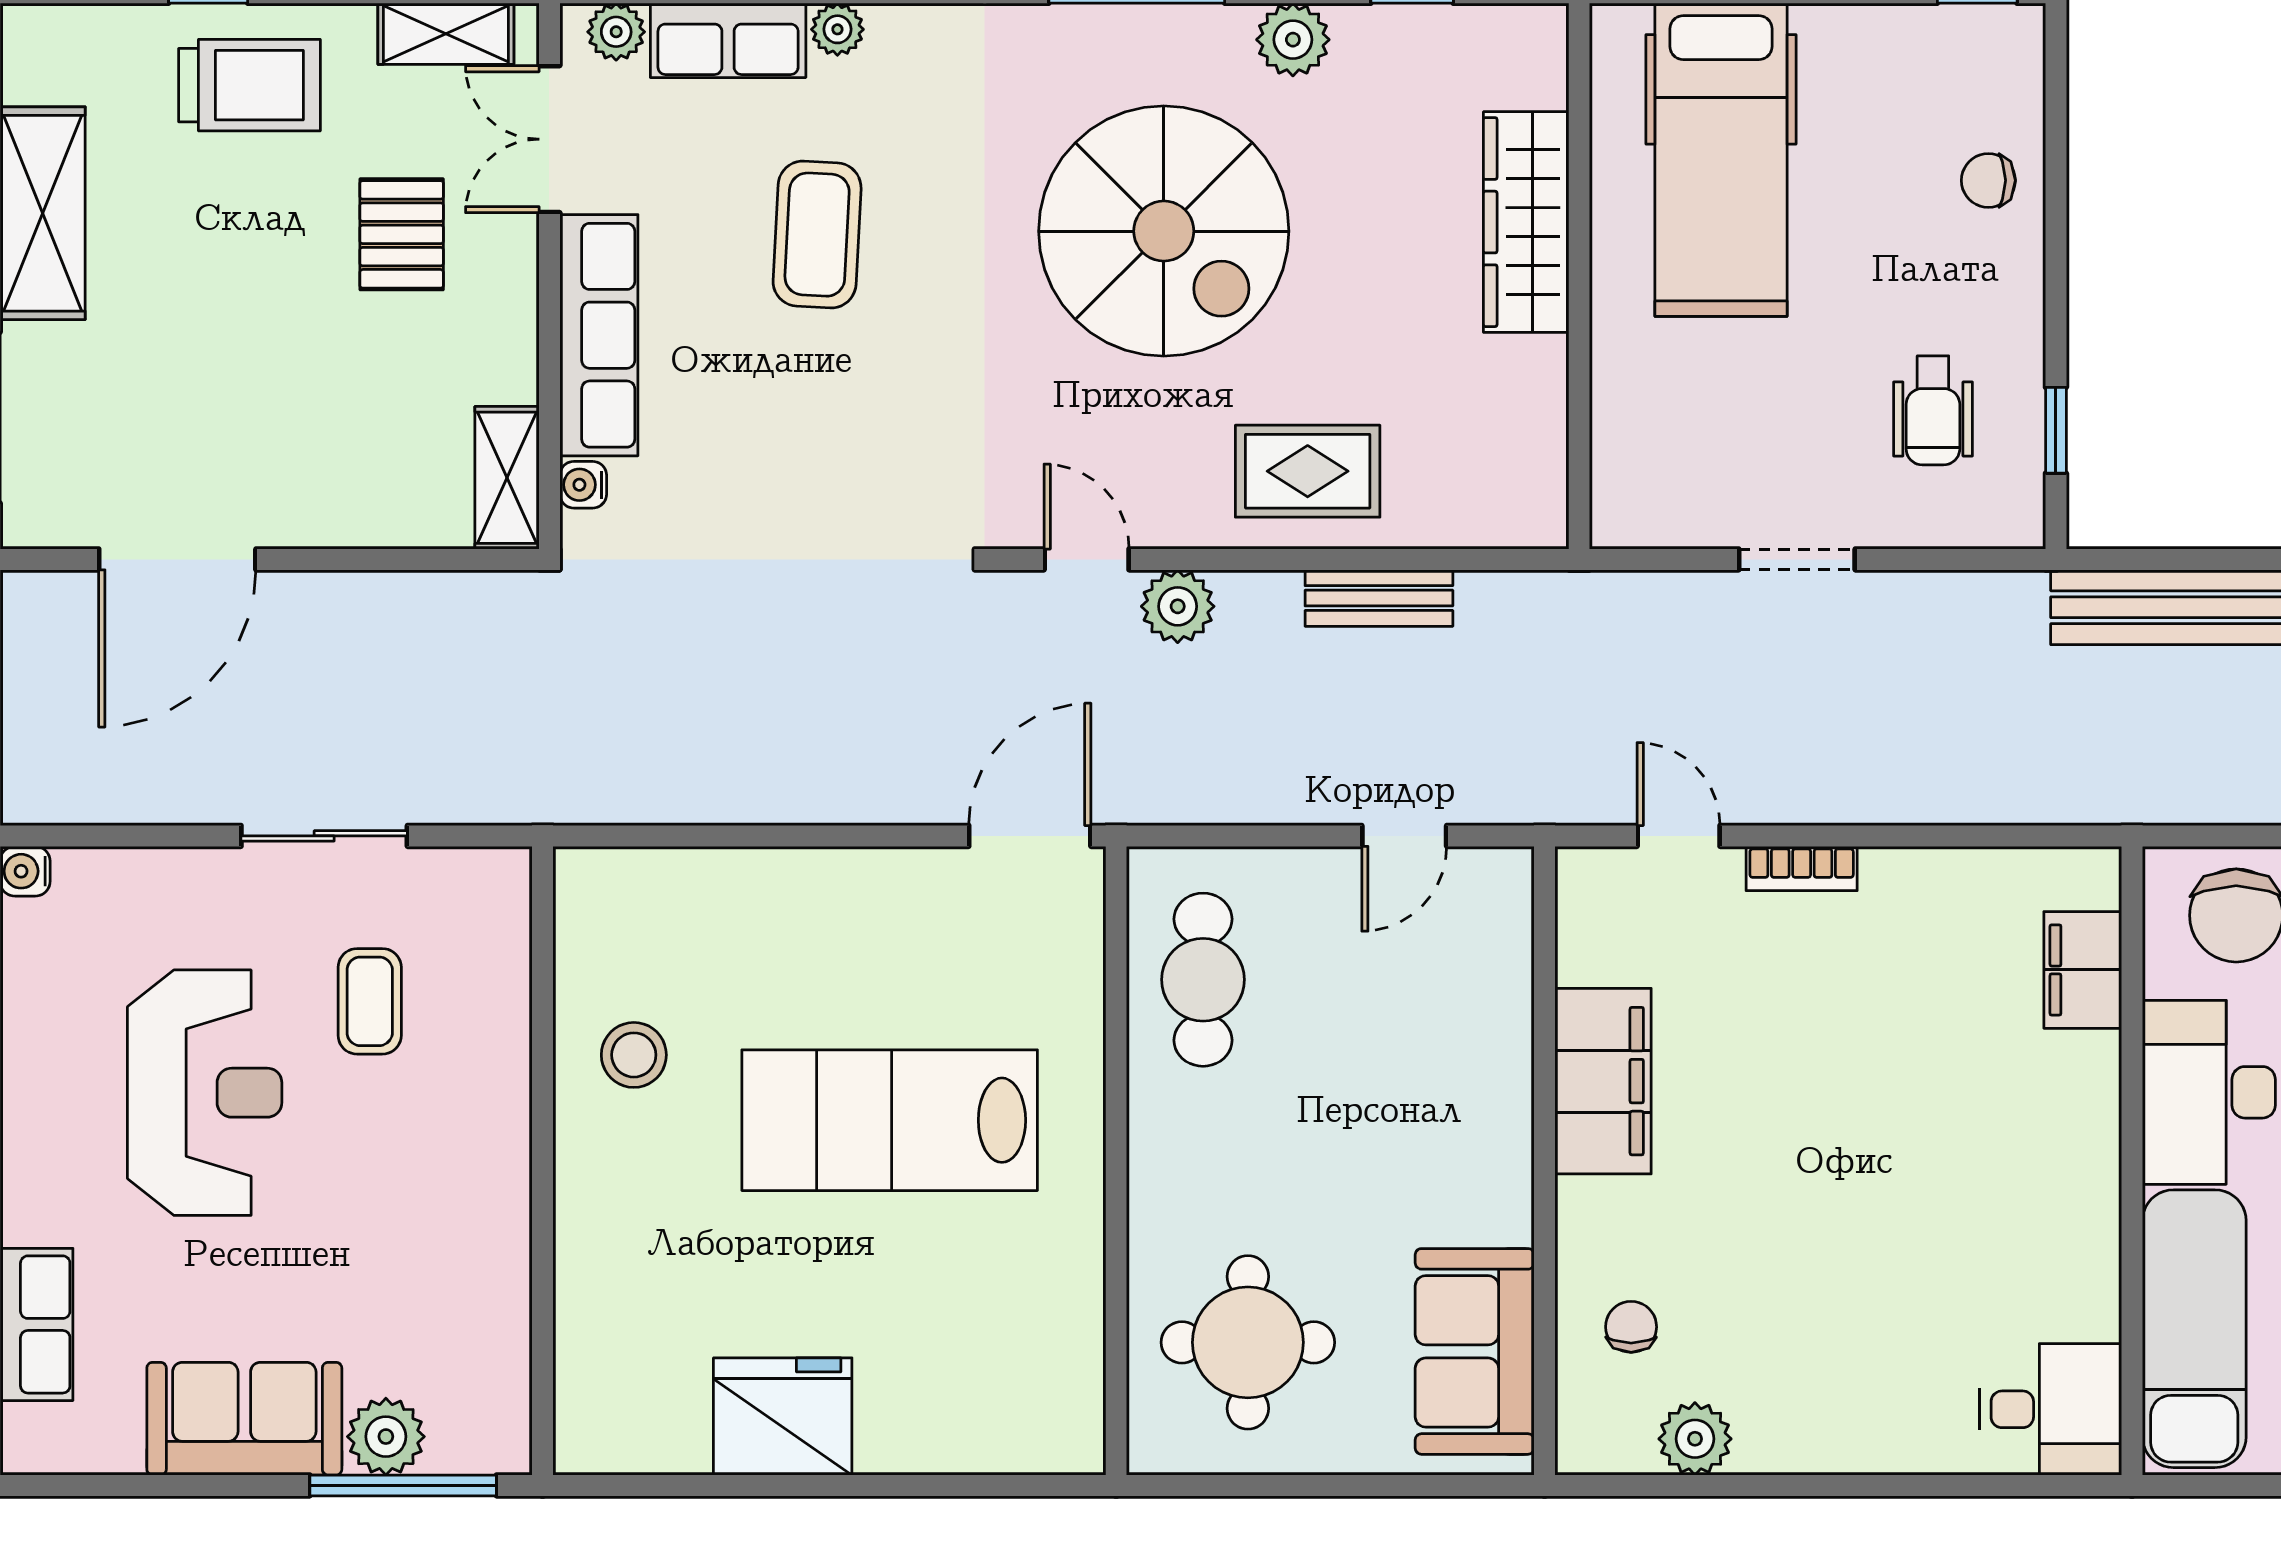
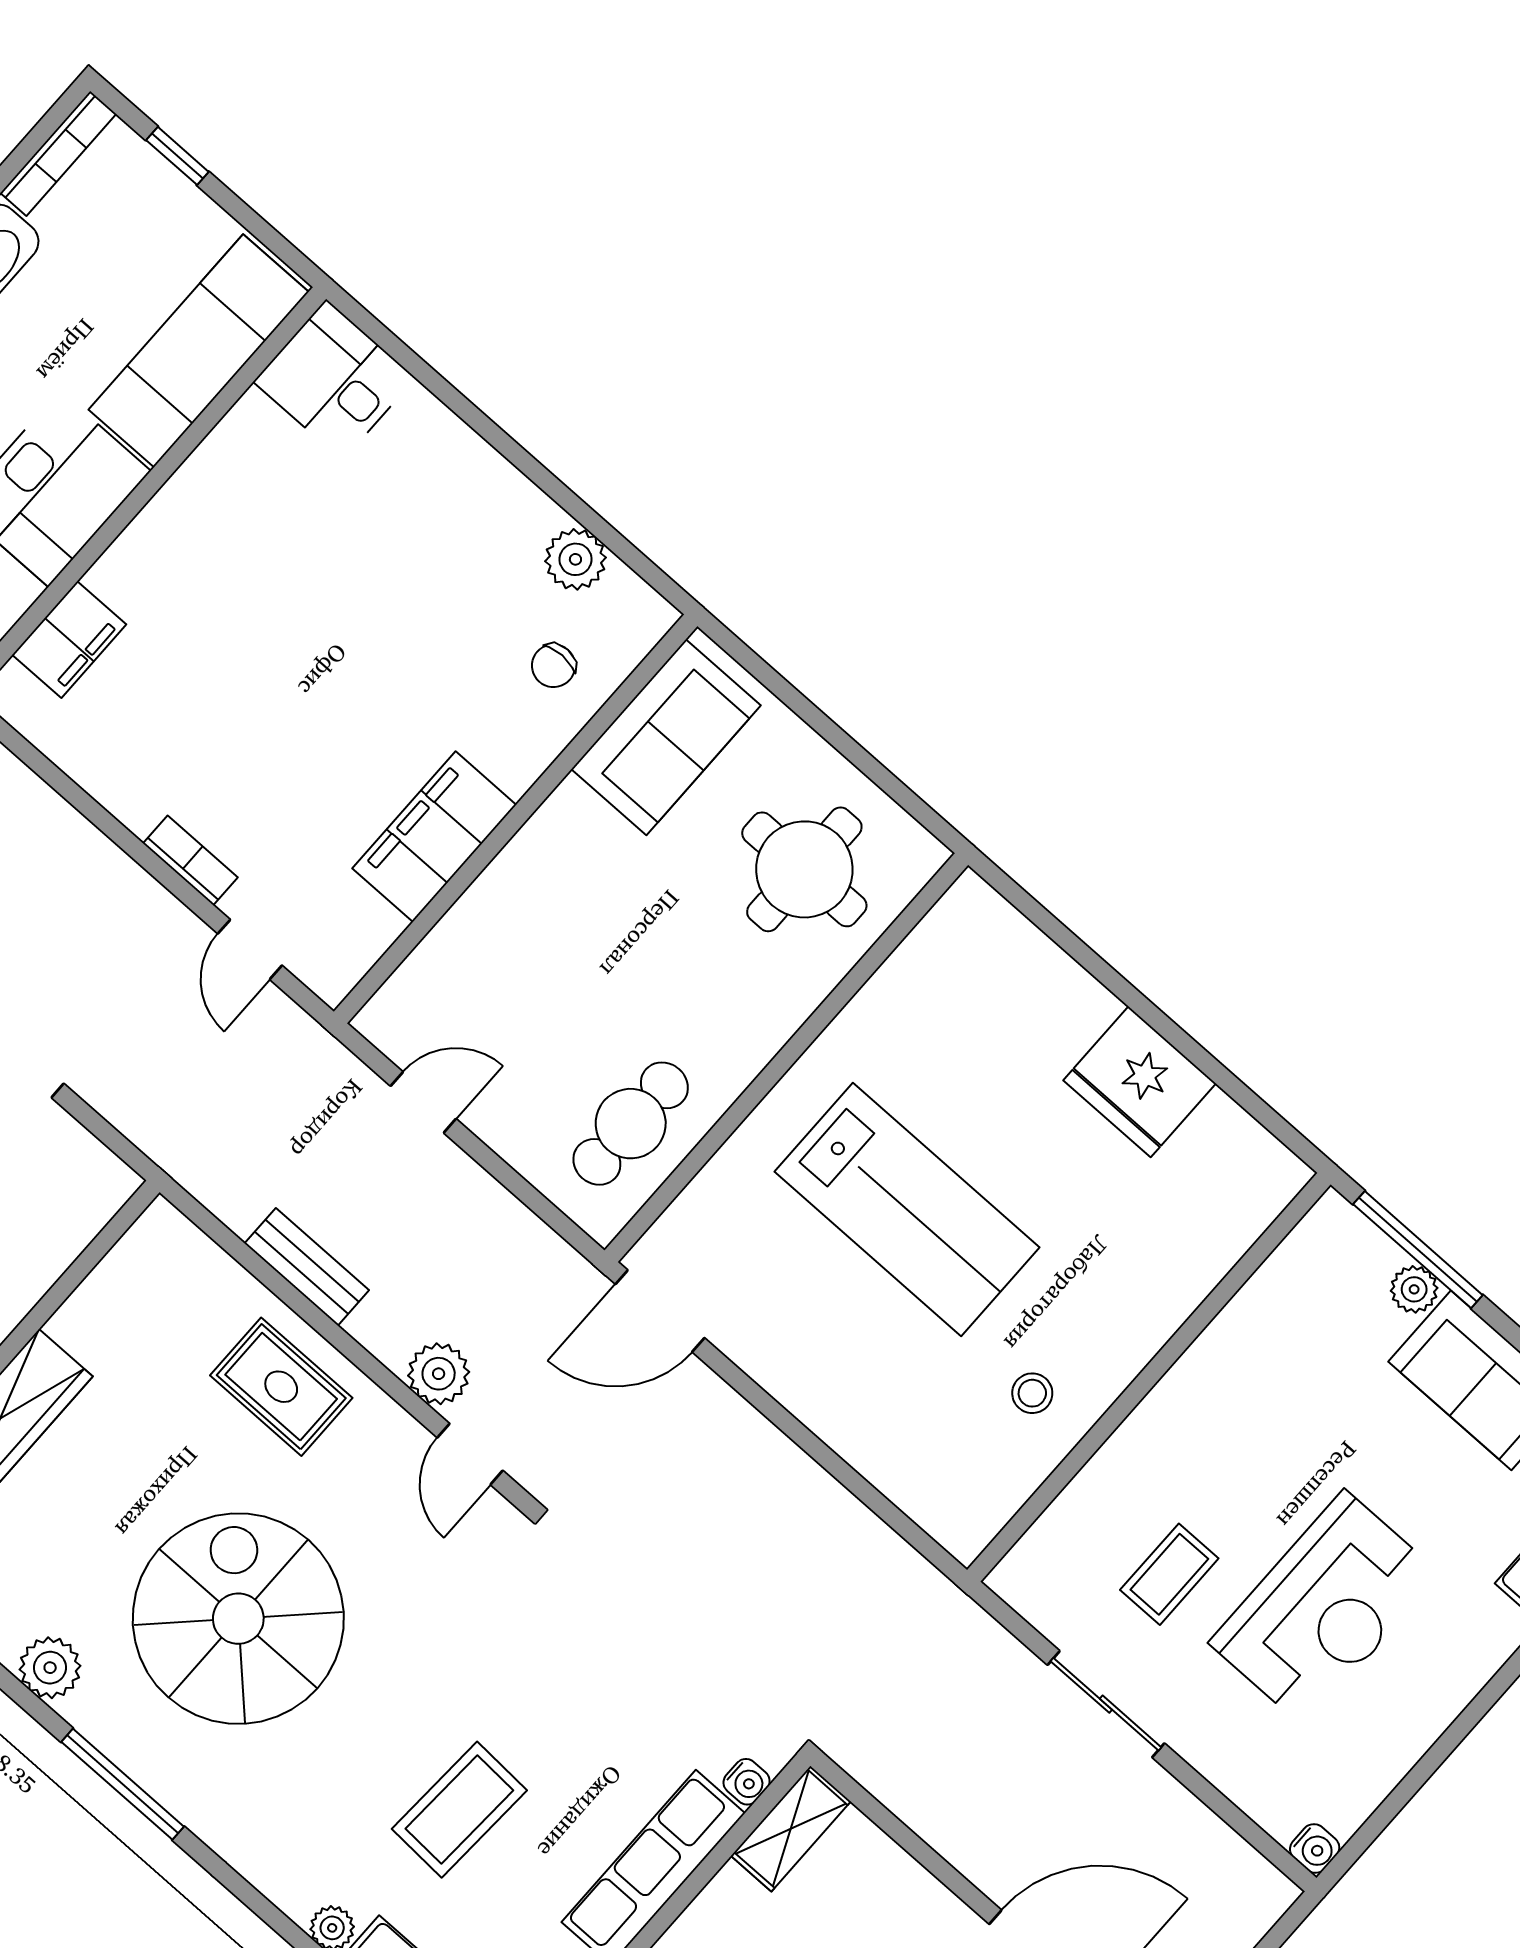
stool: (634, 1055) -> (1032, 1393), width x0.73, depth x0.73
reception desk: (205, 1093) -> (1324, 1608), turned 180
plant: (386, 1437) -> (1414, 1289), width x0.73, depth x0.73

